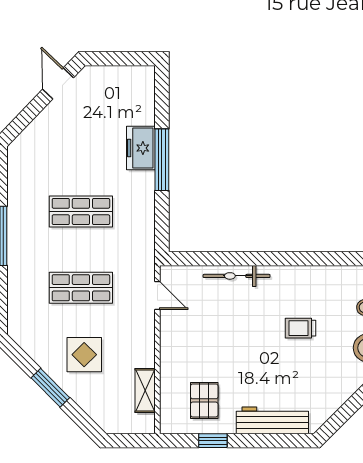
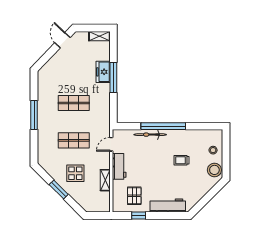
shelving: (133, 75) -> (99, 36), added
window: (263, 259) -> (163, 126), added
door: (157, 296) -> (111, 144), swing flipped
workbench: (173, 341) -> (119, 166), added
shelving: (145, 391) -> (105, 180), moved

